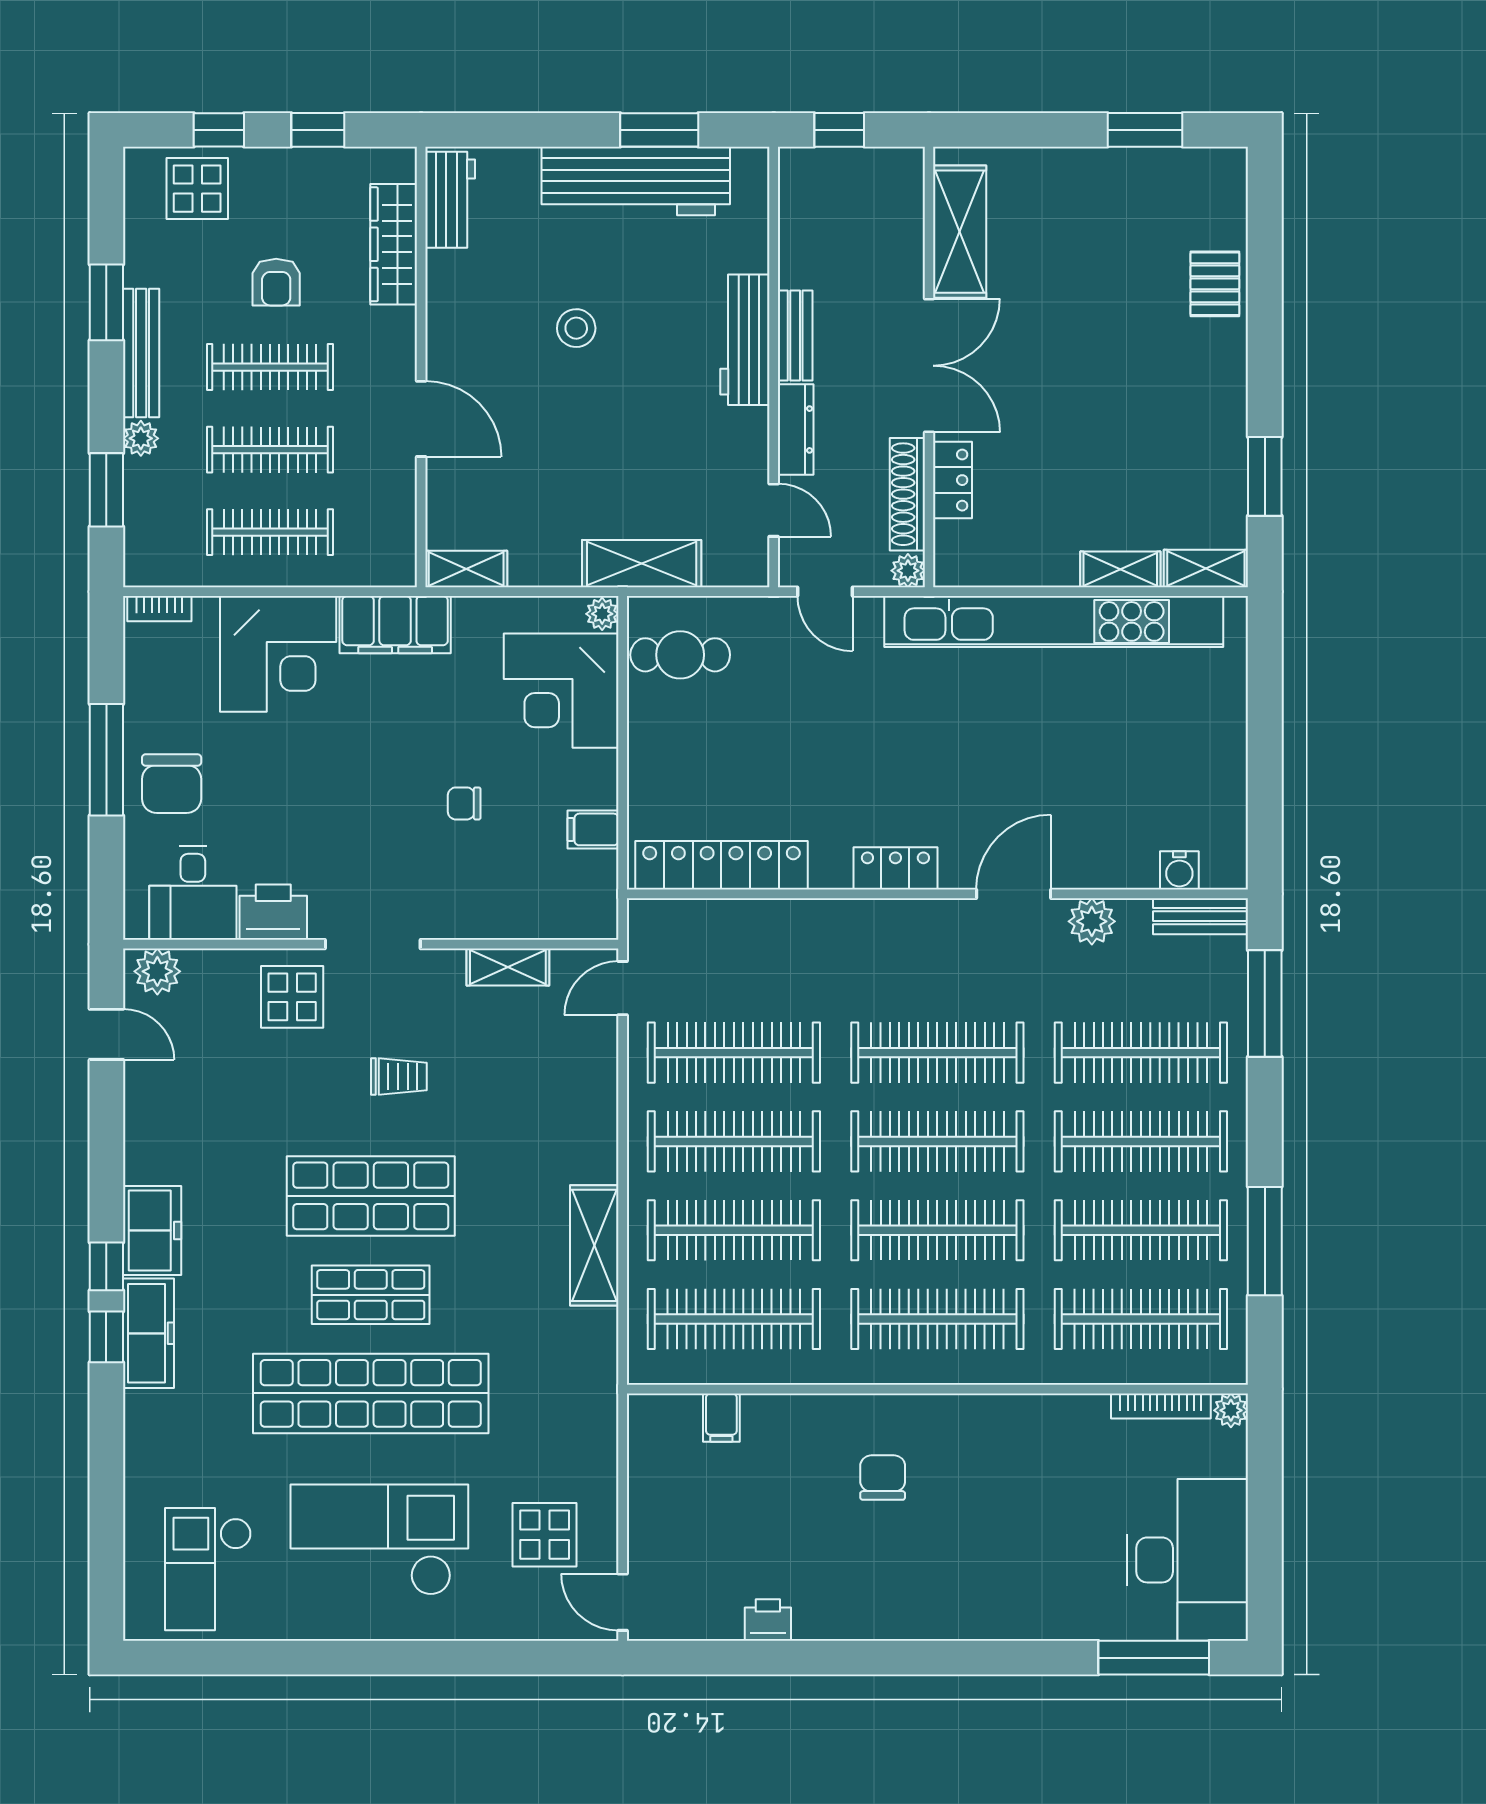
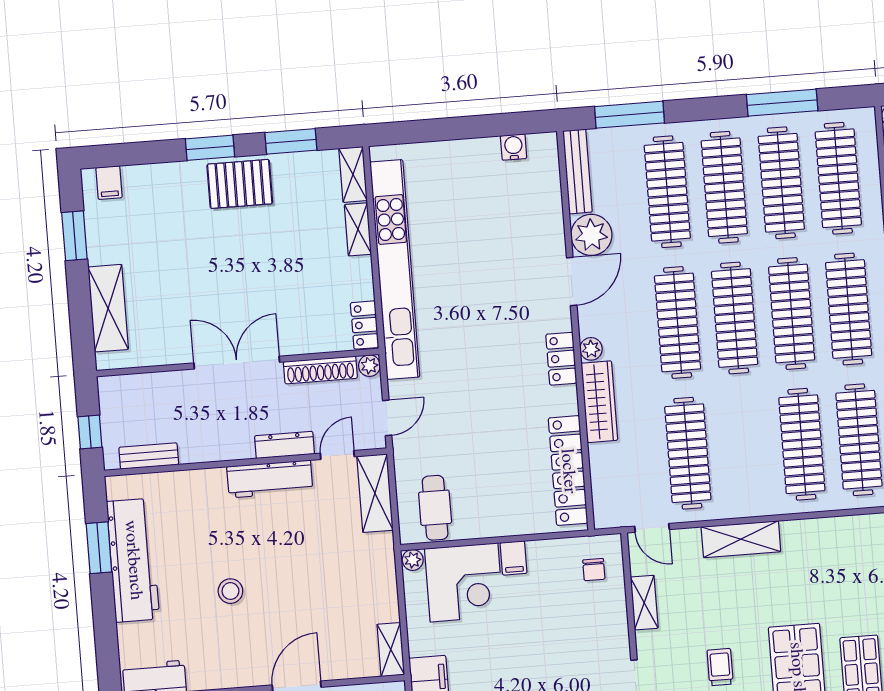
filing cabinet: (1223, 190) -> (109, 183), added
shelving: (960, 232) -> (108, 308), moved, turned 90
pallet: (1215, 284) -> (240, 184), moved, width x1.50, depth x1.42
bench: (795, 335) -> (149, 456), moved
workbench: (745, 340) -> (270, 479), moved
window: (1265, 351) -> (210, 148), added
locker: (953, 480) -> (365, 325), moved, turned -90
shelving: (642, 564) -> (375, 493), moved
chair: (464, 803) -> (594, 570), moved
filing cabinet: (593, 829) -> (514, 558), moved
water cooler: (1179, 870) -> (514, 147), moved, turned -90
door: (1014, 894) -> (572, 281), swing flipped
plant: (907, 915) -> (591, 349), added
bench: (1200, 916) -> (577, 171), width x1.36
plant: (1092, 921) -> (591, 235), width x1.36, depth x1.36
wardrobe: (824, 922) -> (599, 402), added
clothes rail: (734, 1141) -> (745, 449), removed
shelving: (594, 1245) -> (741, 539), moved

